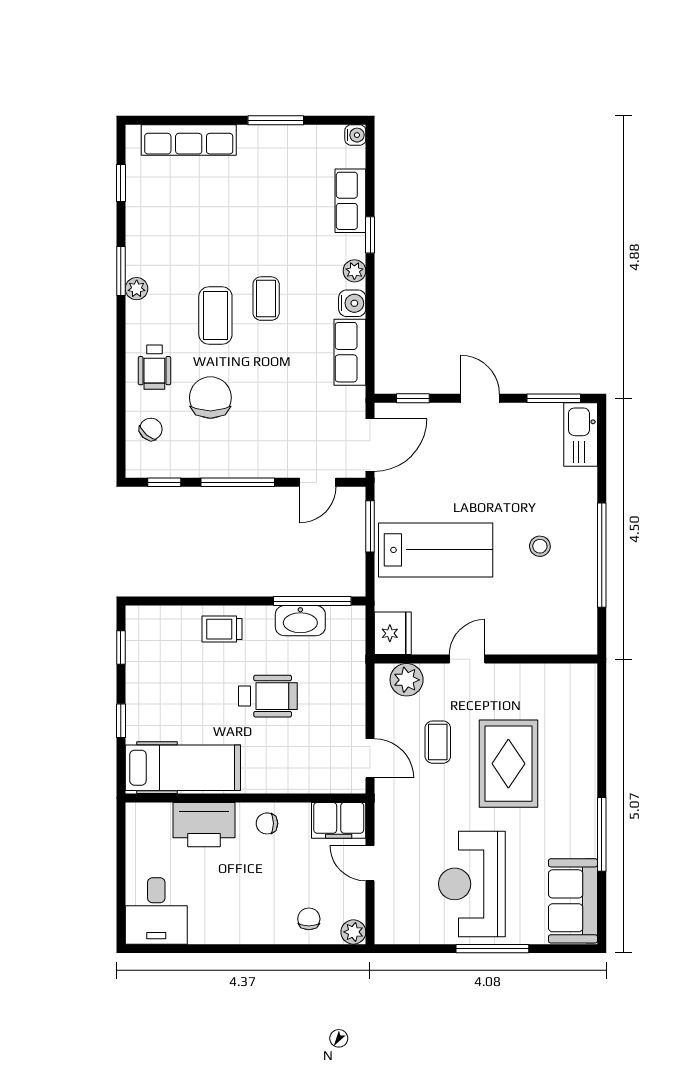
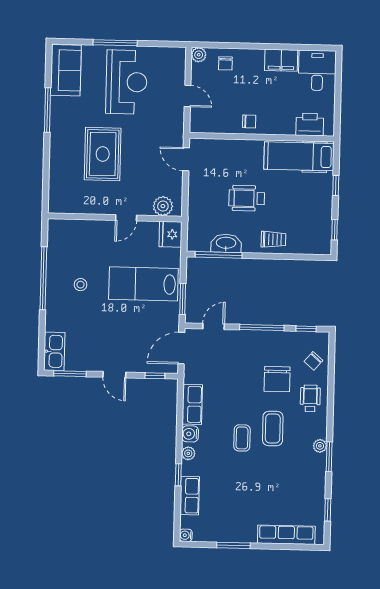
coffee table: (438, 742) -> (145, 168), removed
filing cabinet: (339, 820) -> (281, 60), moved, turned 180
printer: (204, 825) -> (310, 124), moved, width x0.73, depth x0.84

